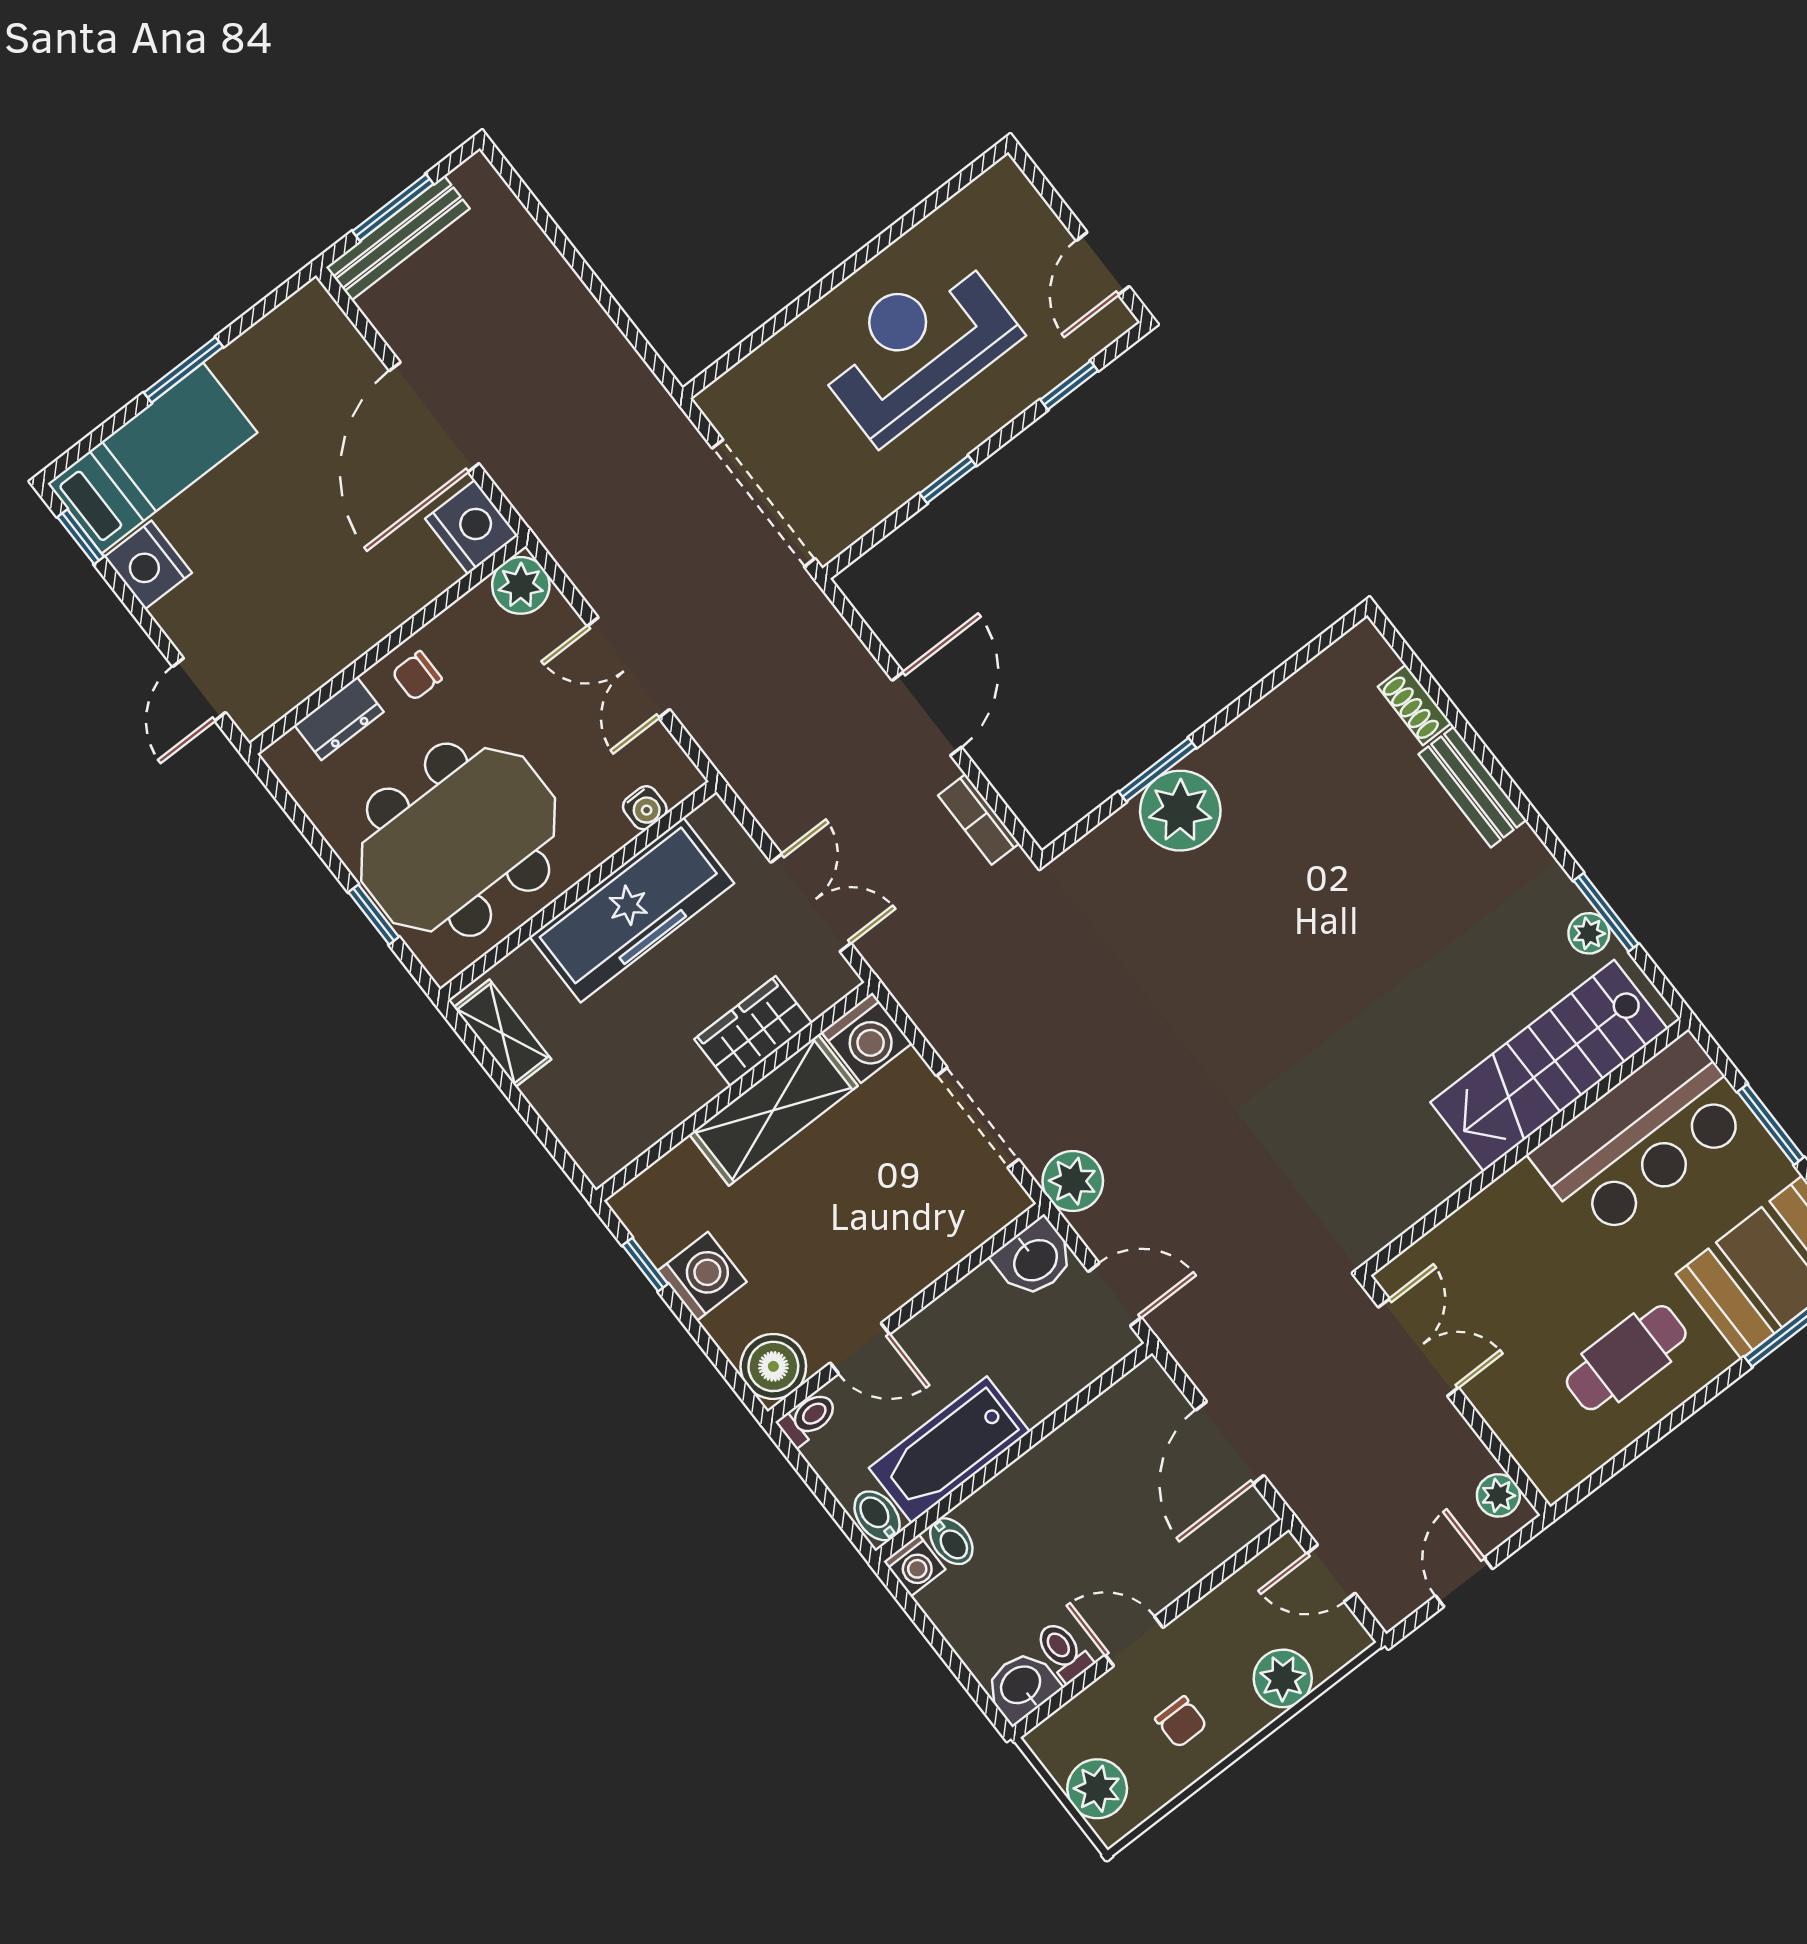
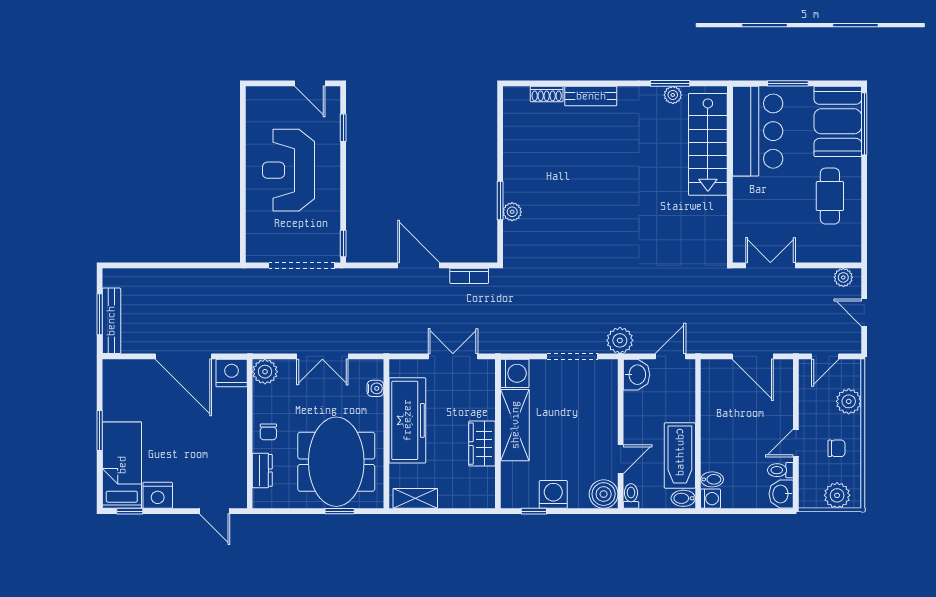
window: (948, 479) -> (343, 243), moved
plant: (1180, 811) -> (512, 212), width x0.53, depth x0.53
wardrobe: (753, 1031) -> (482, 444), moved

